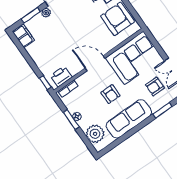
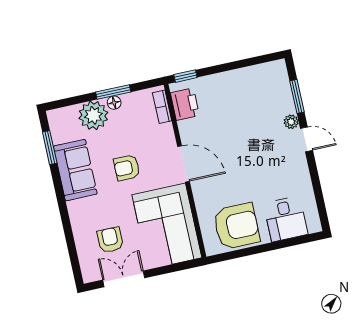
filing cabinet: (23, 36) -> (270, 73), removed
door: (95, 63) -> (184, 164), hinge flipped
window: (162, 110) -> (50, 148), moved
sofa: (129, 119) -> (75, 170), width x0.73
plant: (95, 134) -> (93, 115), moved

